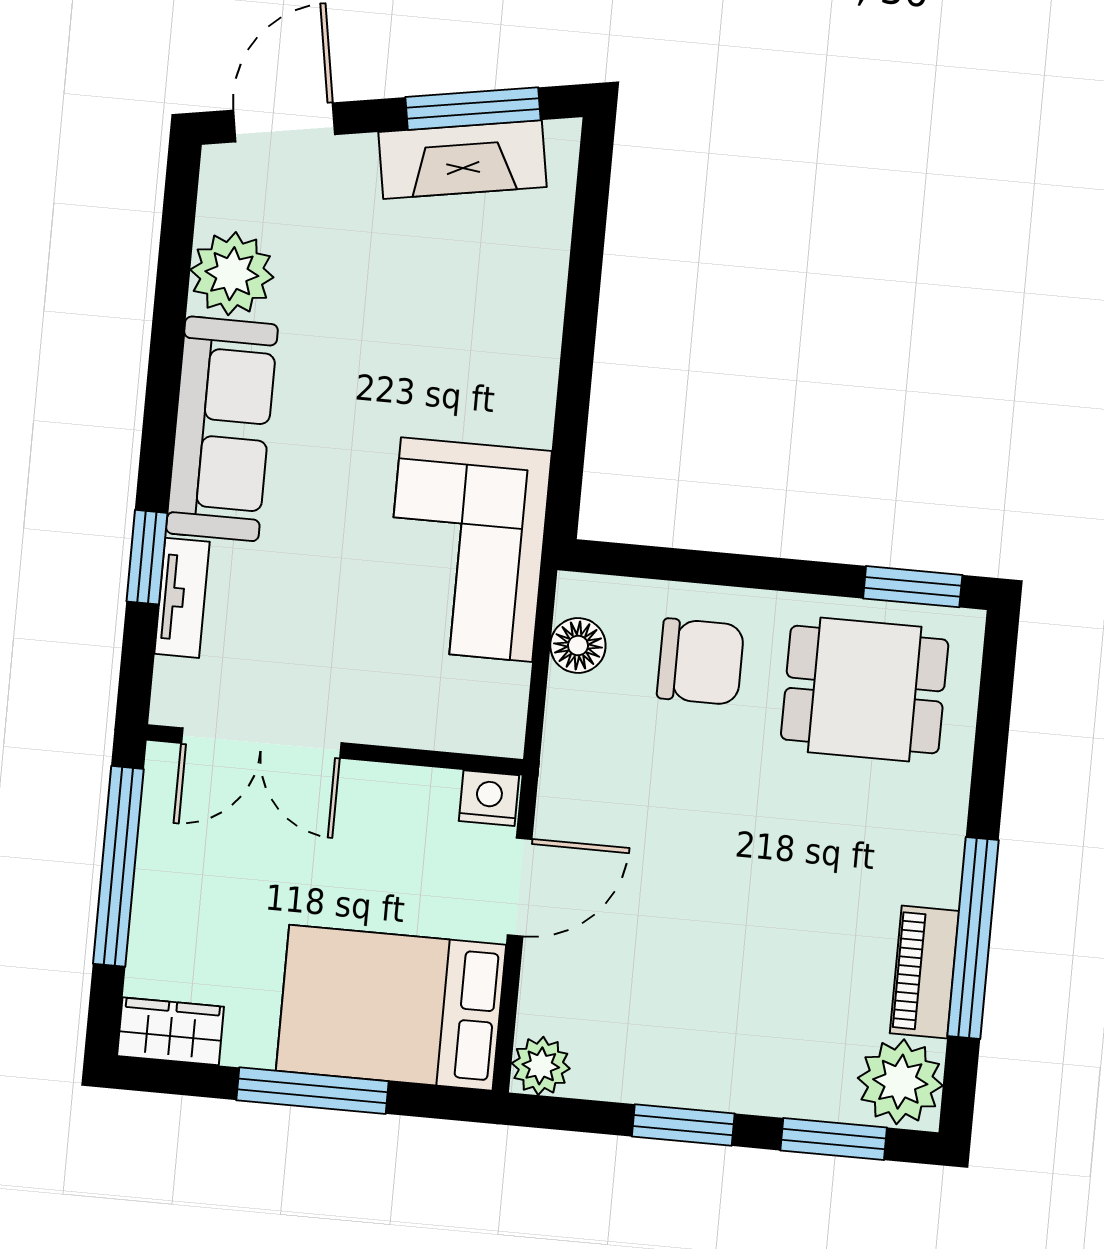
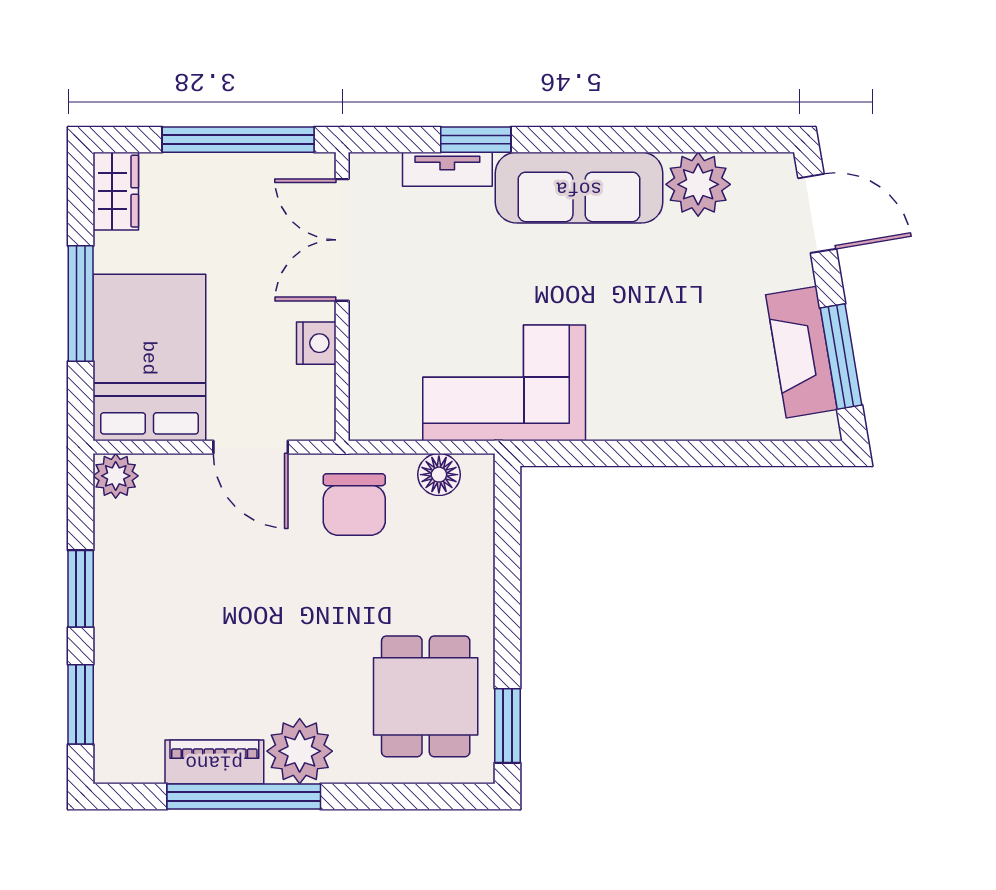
chair: (701, 662) -> (354, 505), moved
nightstand: (489, 798) -> (316, 343), moved
plant: (900, 1082) -> (300, 751), moved

